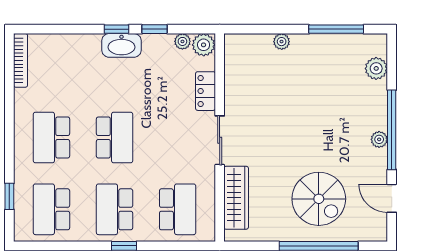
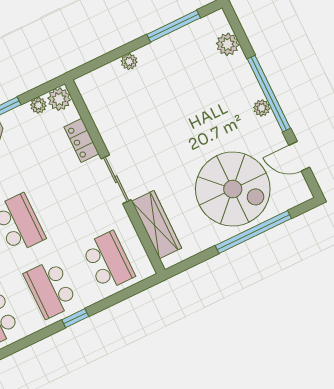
spiral stairs: (319, 199) -> (233, 189), width x1.37, depth x1.37

